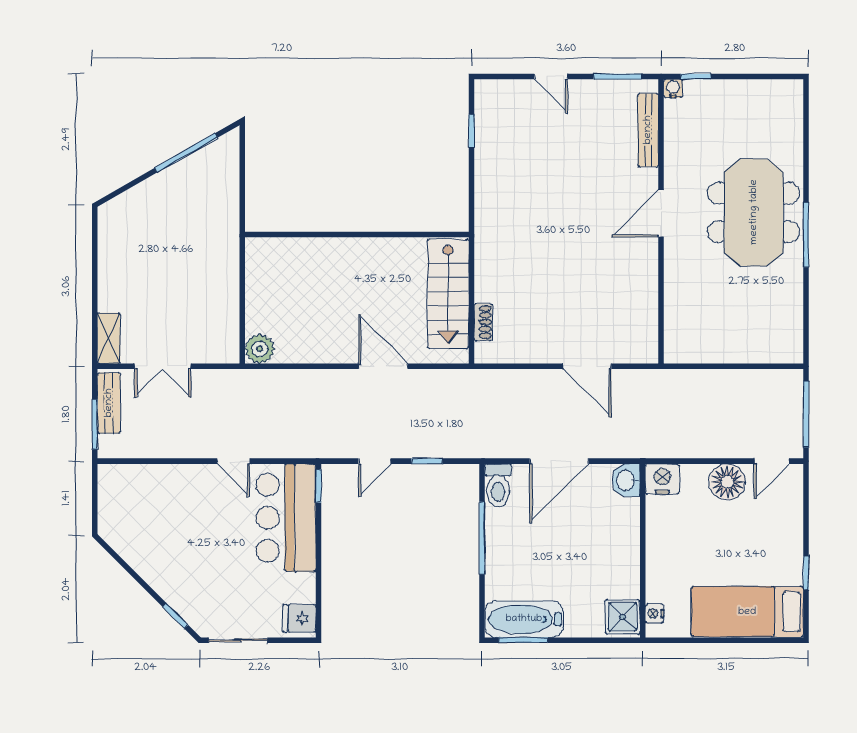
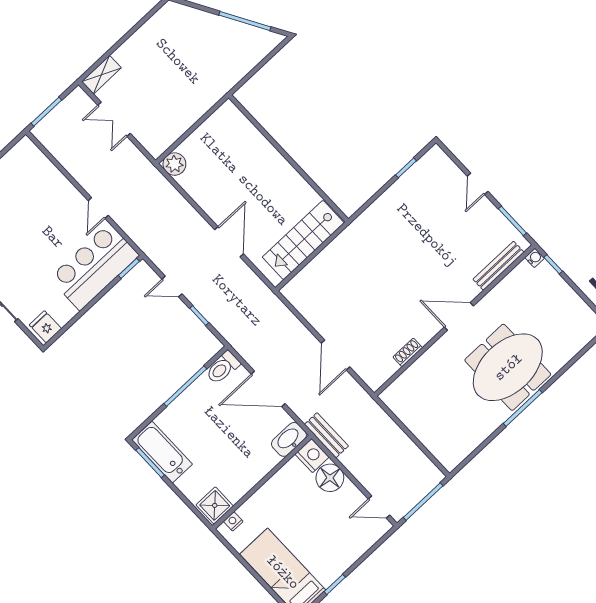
shoe rack: (483, 322) -> (408, 352), moved, turned 180
bench: (109, 403) -> (326, 435), moved, turned 90
washbasin: (626, 480) -> (289, 439), width x1.38
floor lamp: (727, 482) -> (330, 478), moved

